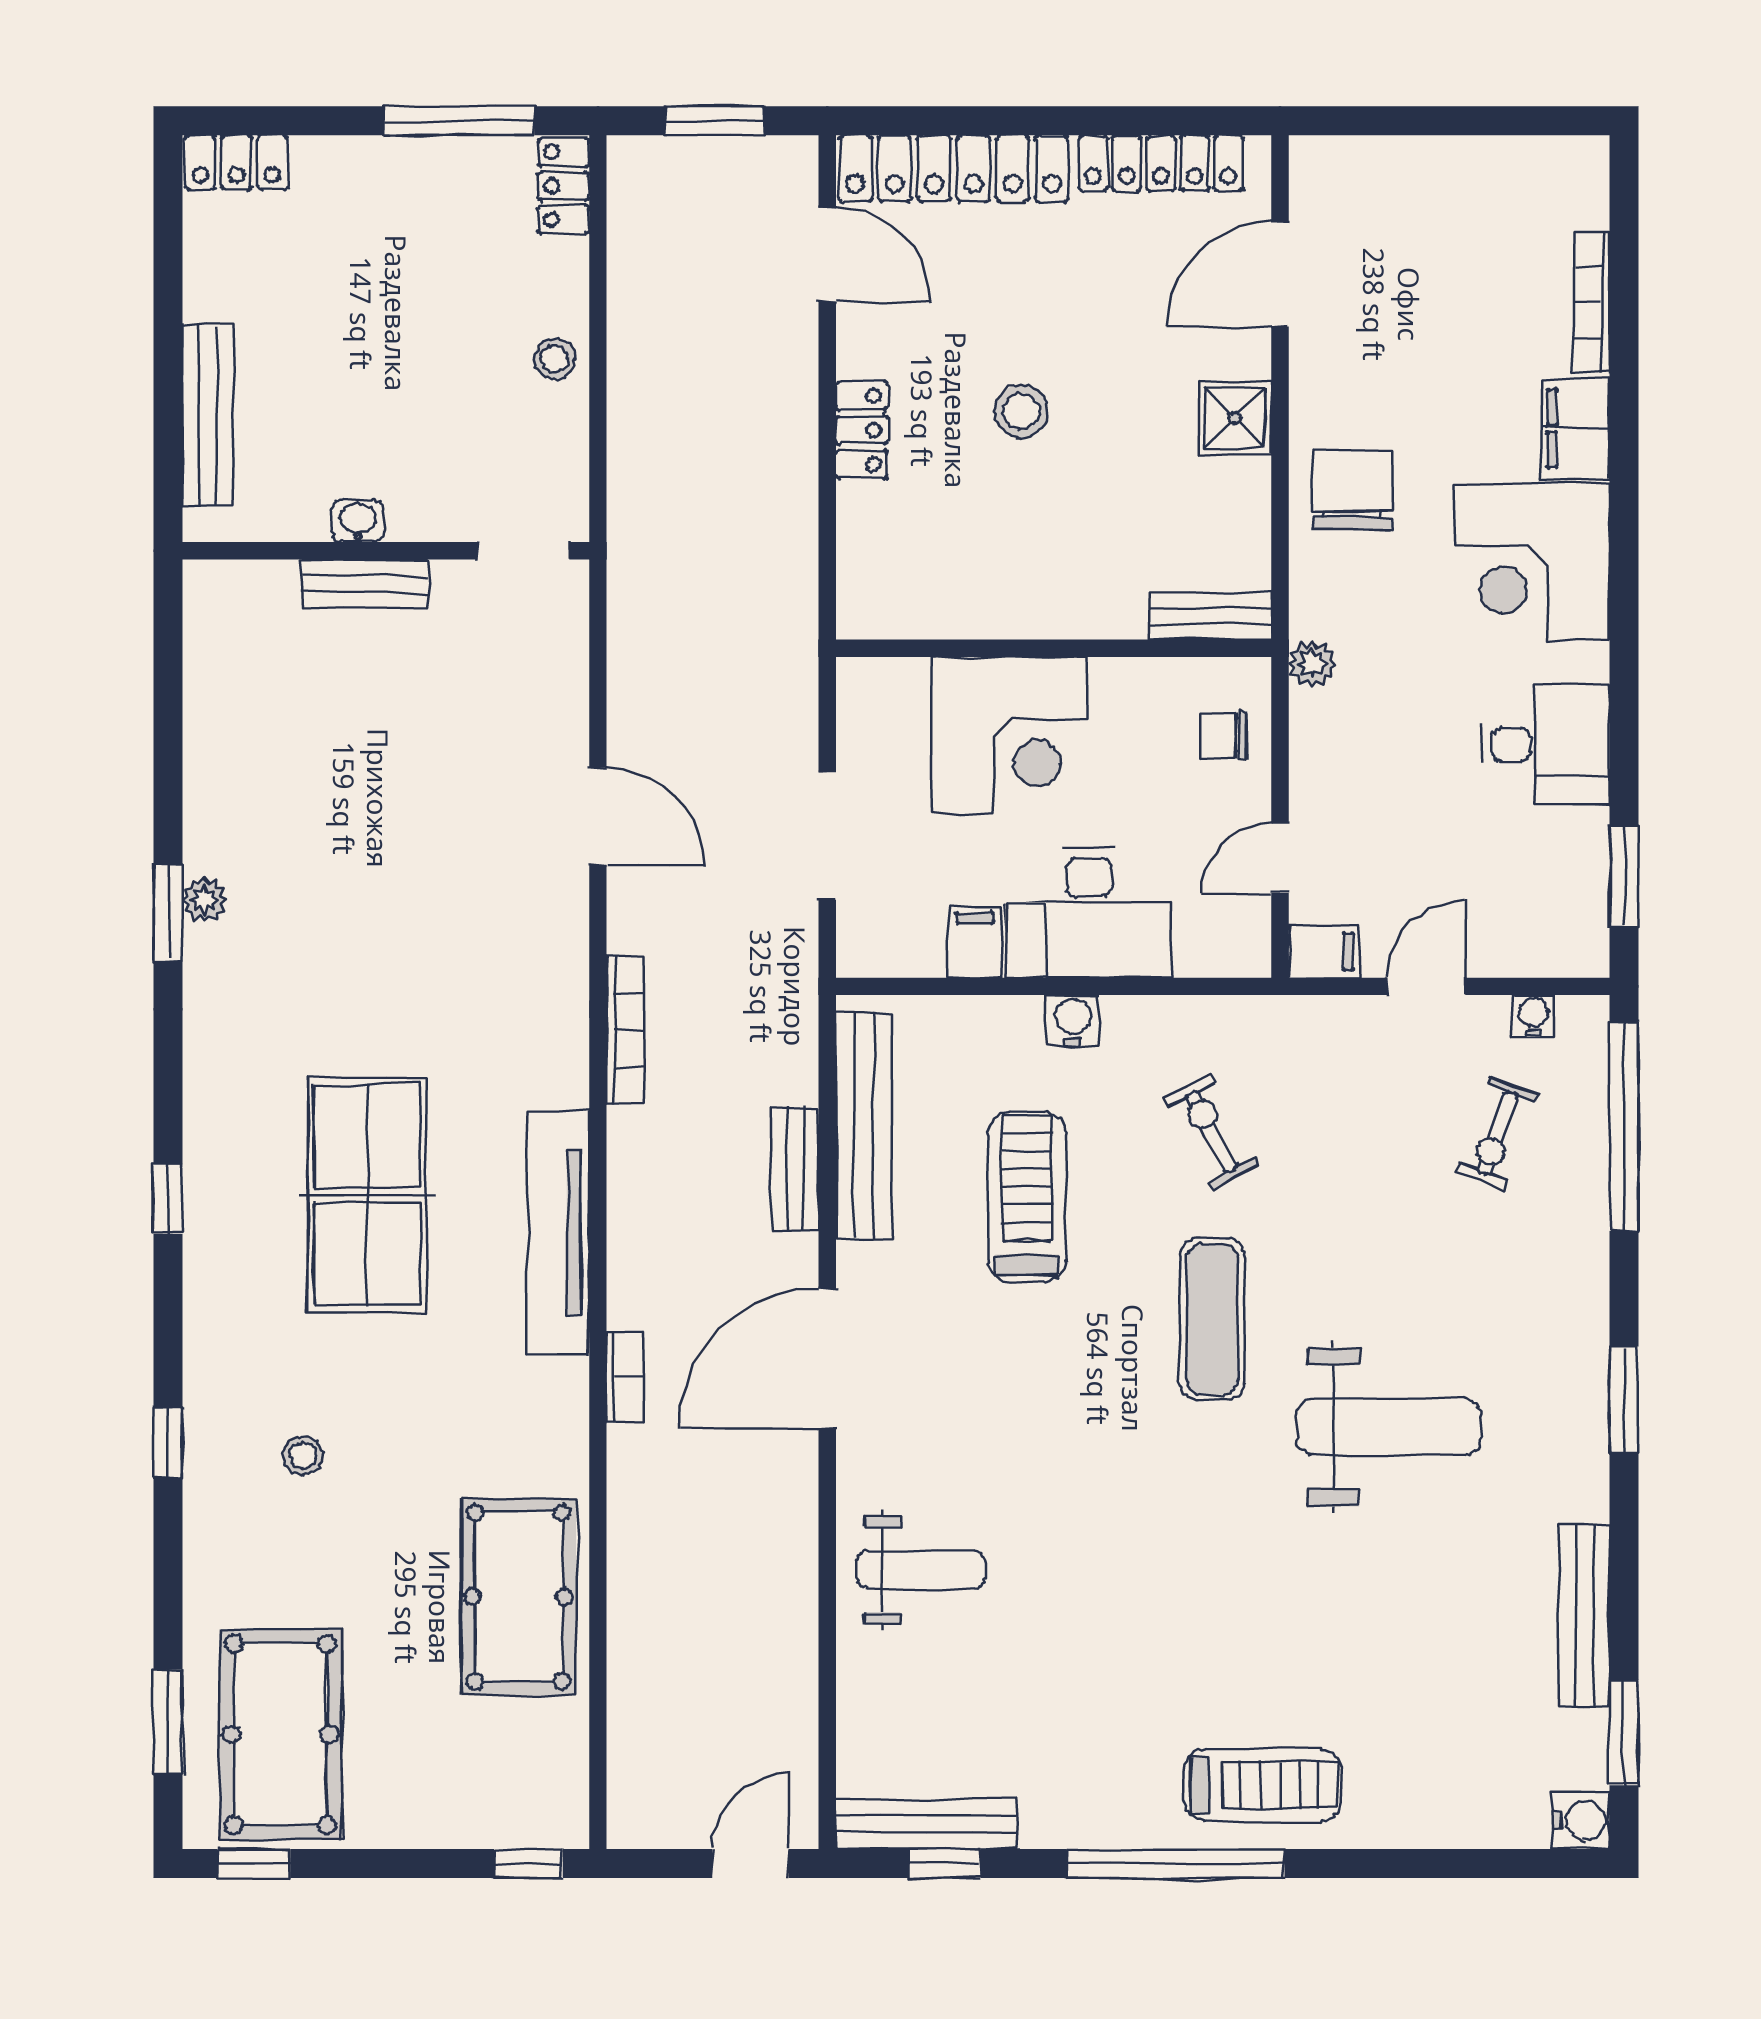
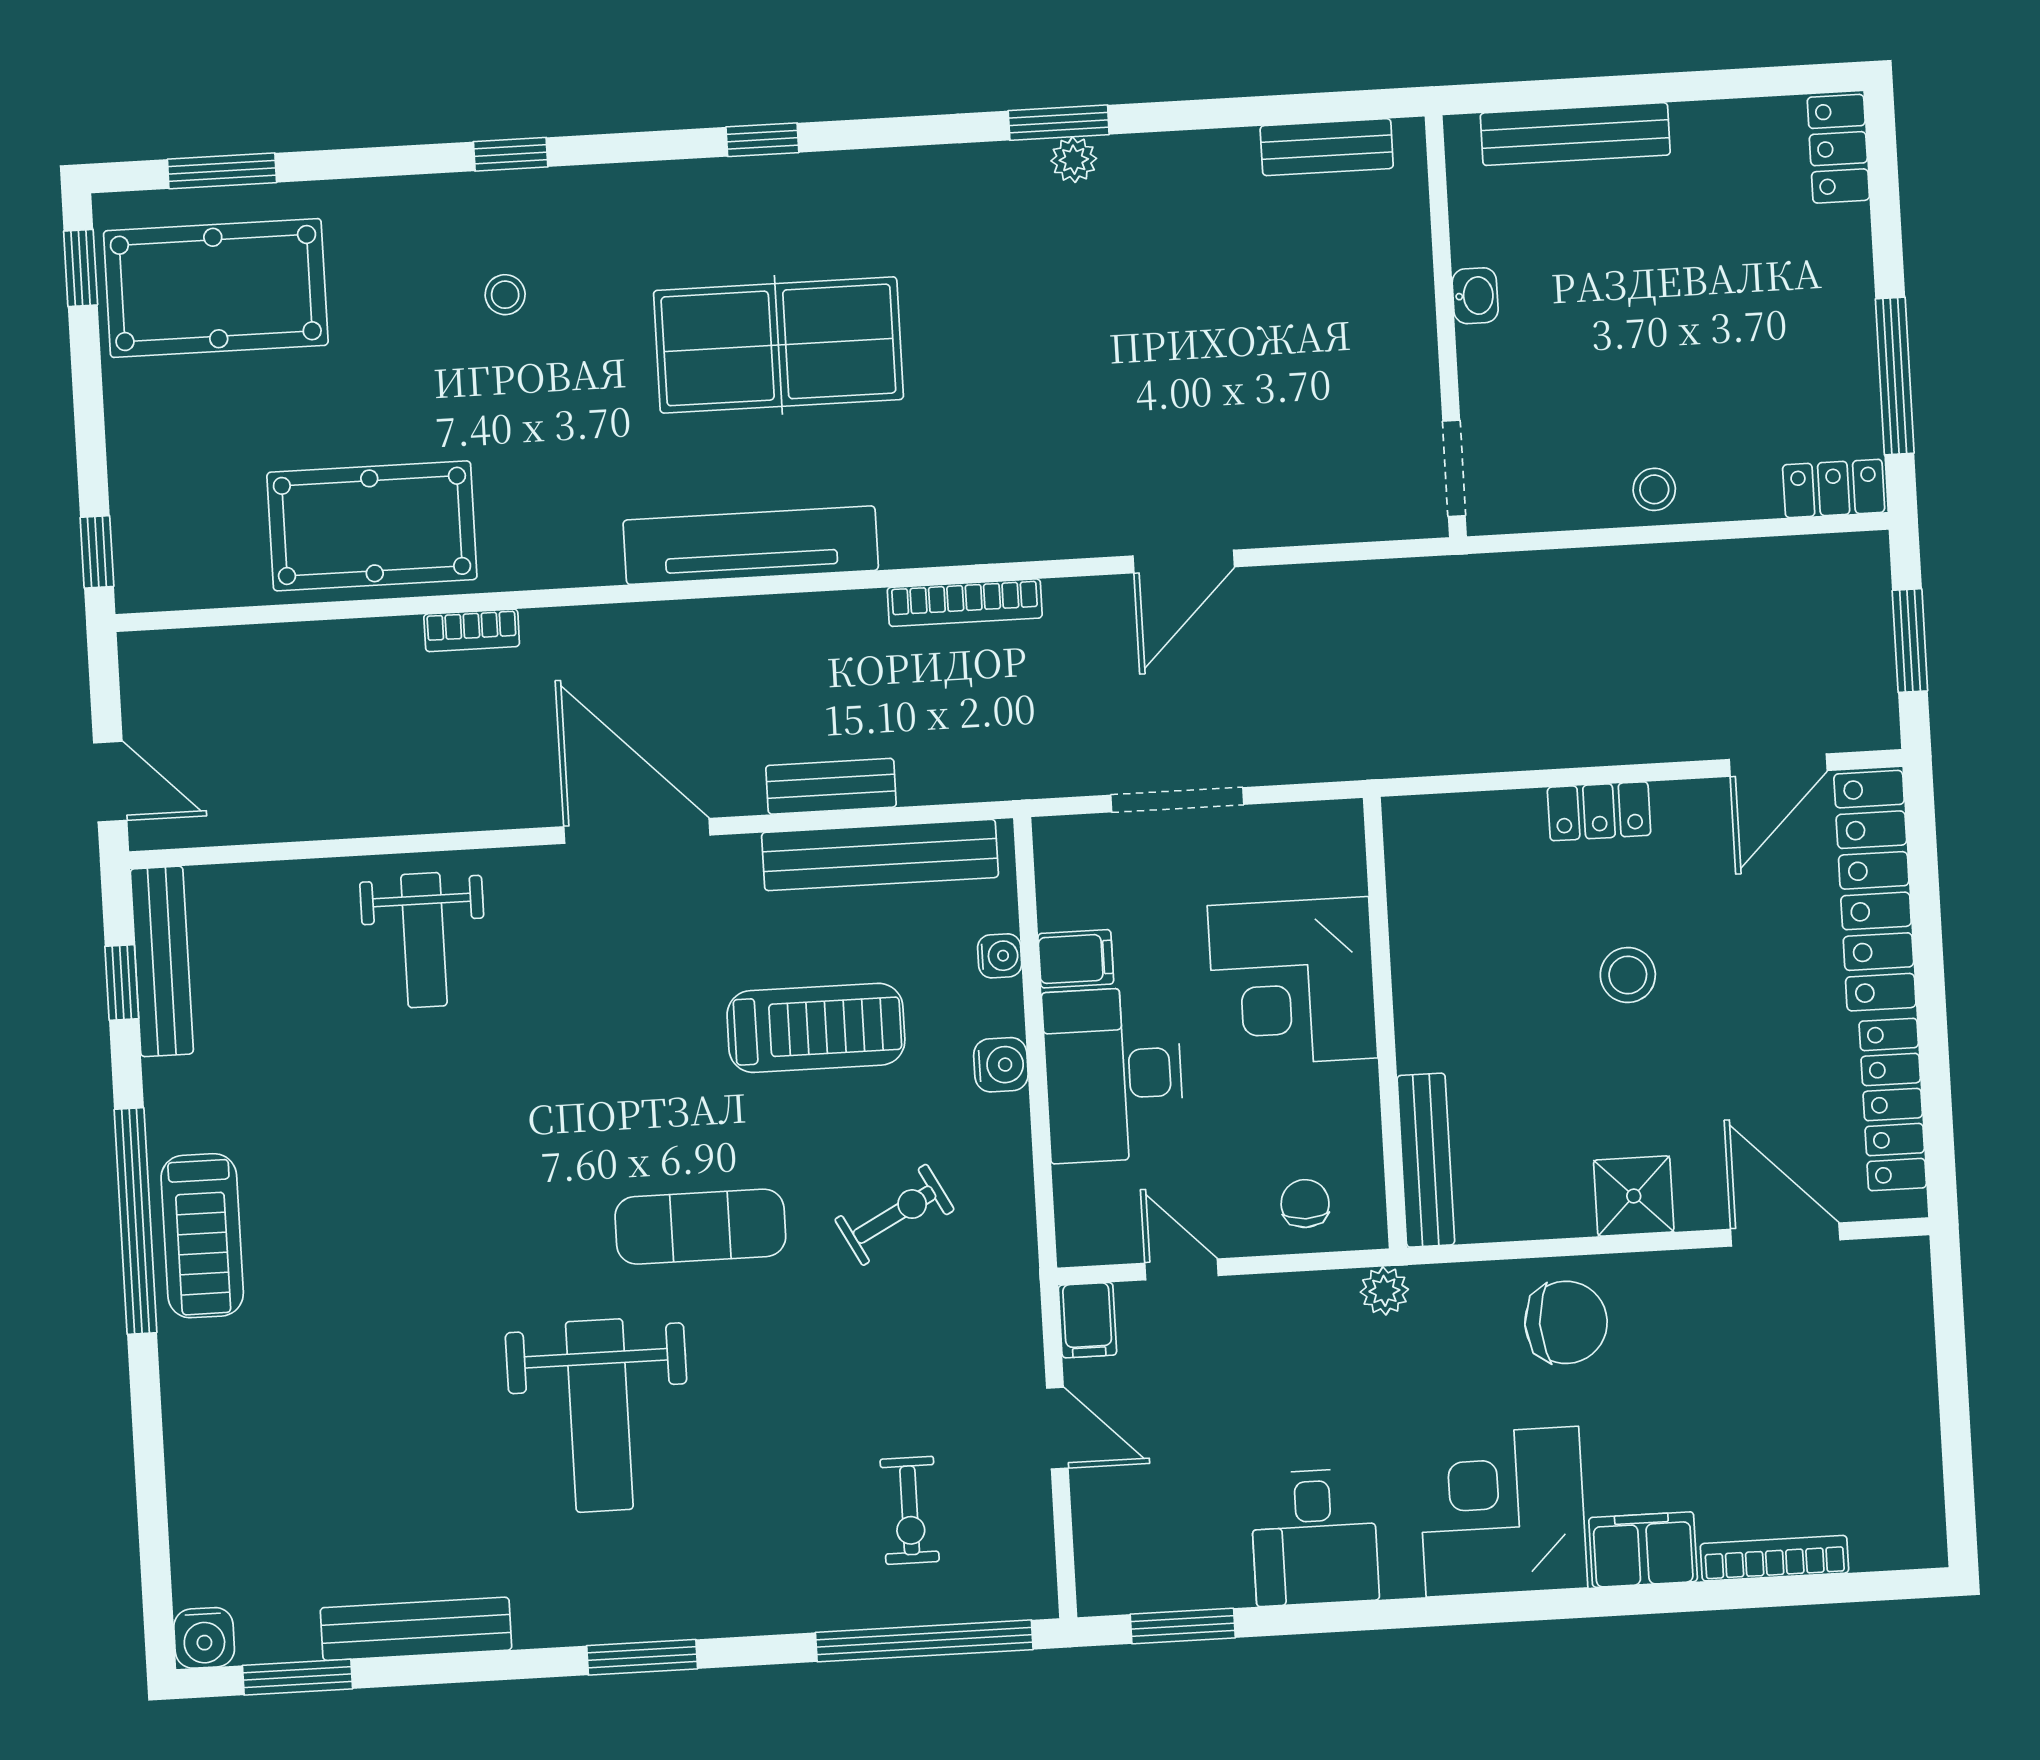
bench: (365, 583) -> (1327, 147), moved, turned 90
bench: (1211, 616) -> (1426, 1160), width x1.36
water cooler: (1534, 1016) -> (1000, 956), moved
exercise bike: (1497, 1133) -> (910, 1510), turned -110
bookcase: (625, 1377) -> (472, 630), moved
treadmill: (1263, 1785) -> (202, 1236), moved

